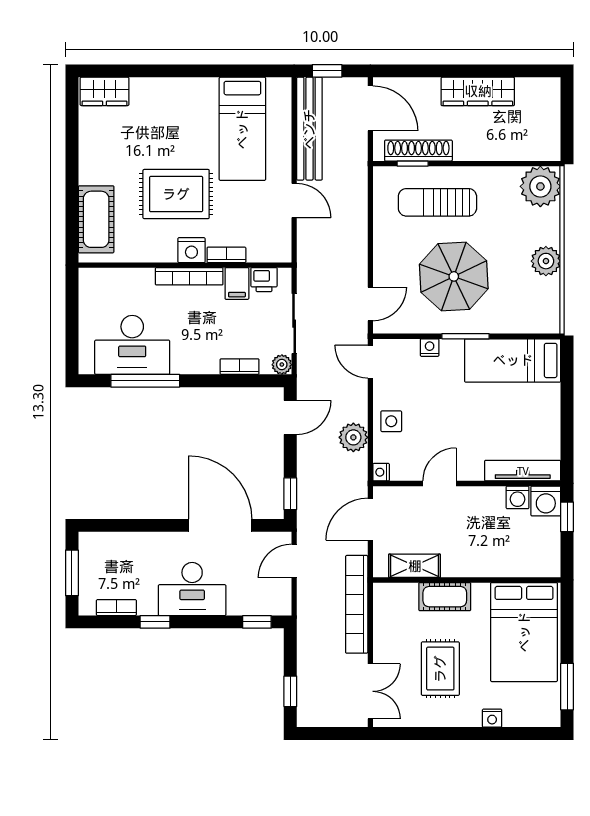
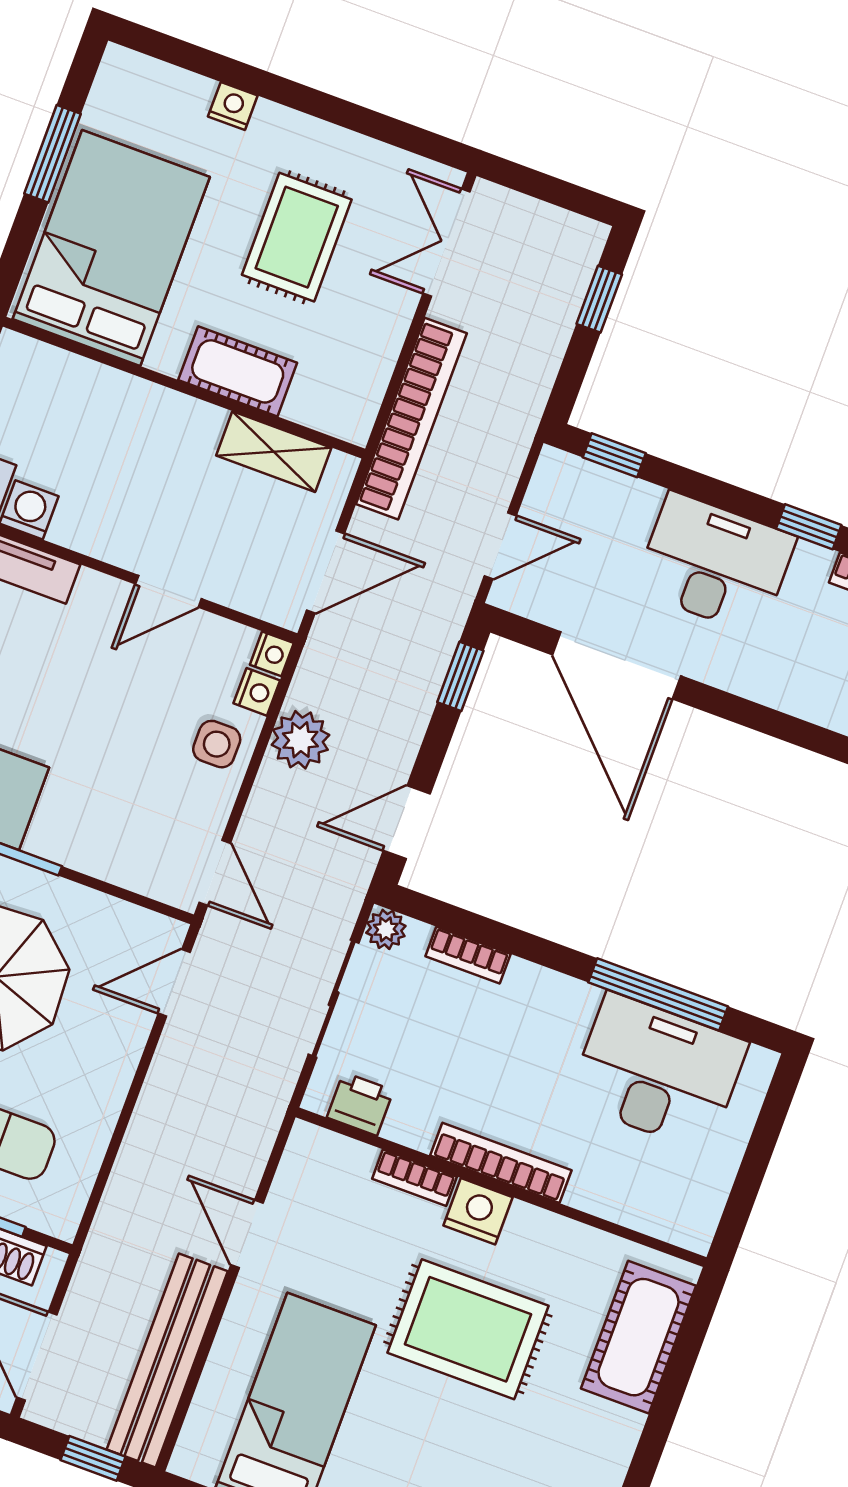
filing cabinet: (237, 284) -> (415, 1116), removed
nightstand: (430, 348) -> (257, 692), moved, turned -90
window: (567, 687) -> (53, 154), moved

